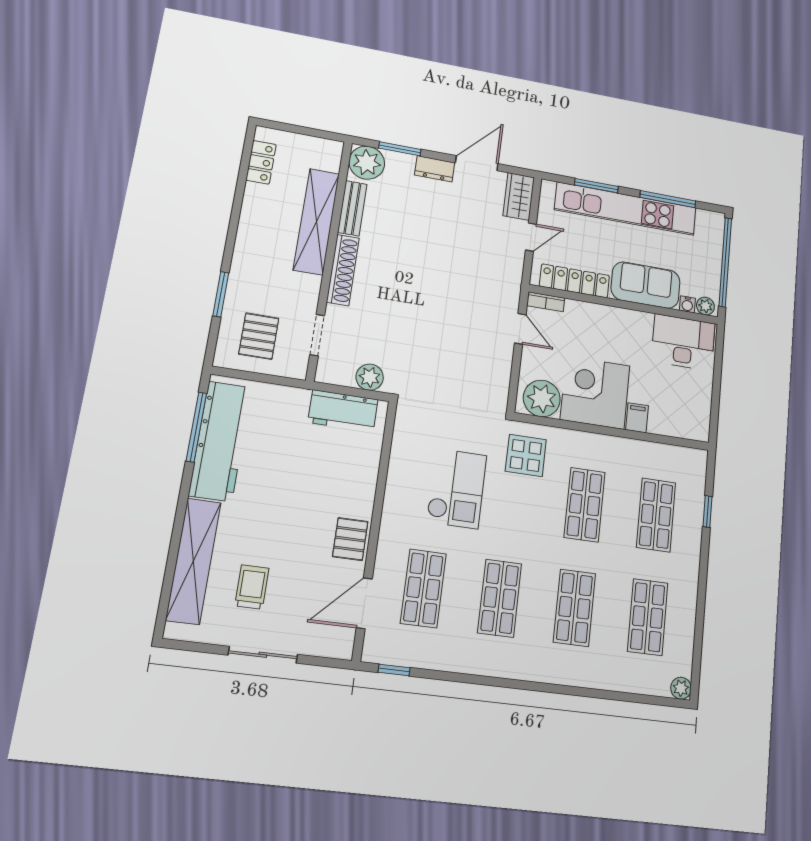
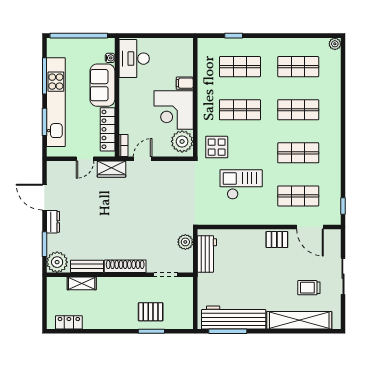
wardrobe: (519, 196) -> (111, 169), moved
shelving: (316, 222) -> (82, 283), width x0.45, depth x0.75
door: (531, 237) -> (85, 159), swing flipped
plant: (705, 306) -> (109, 46), removed
pallet: (259, 336) -> (151, 312), moved

